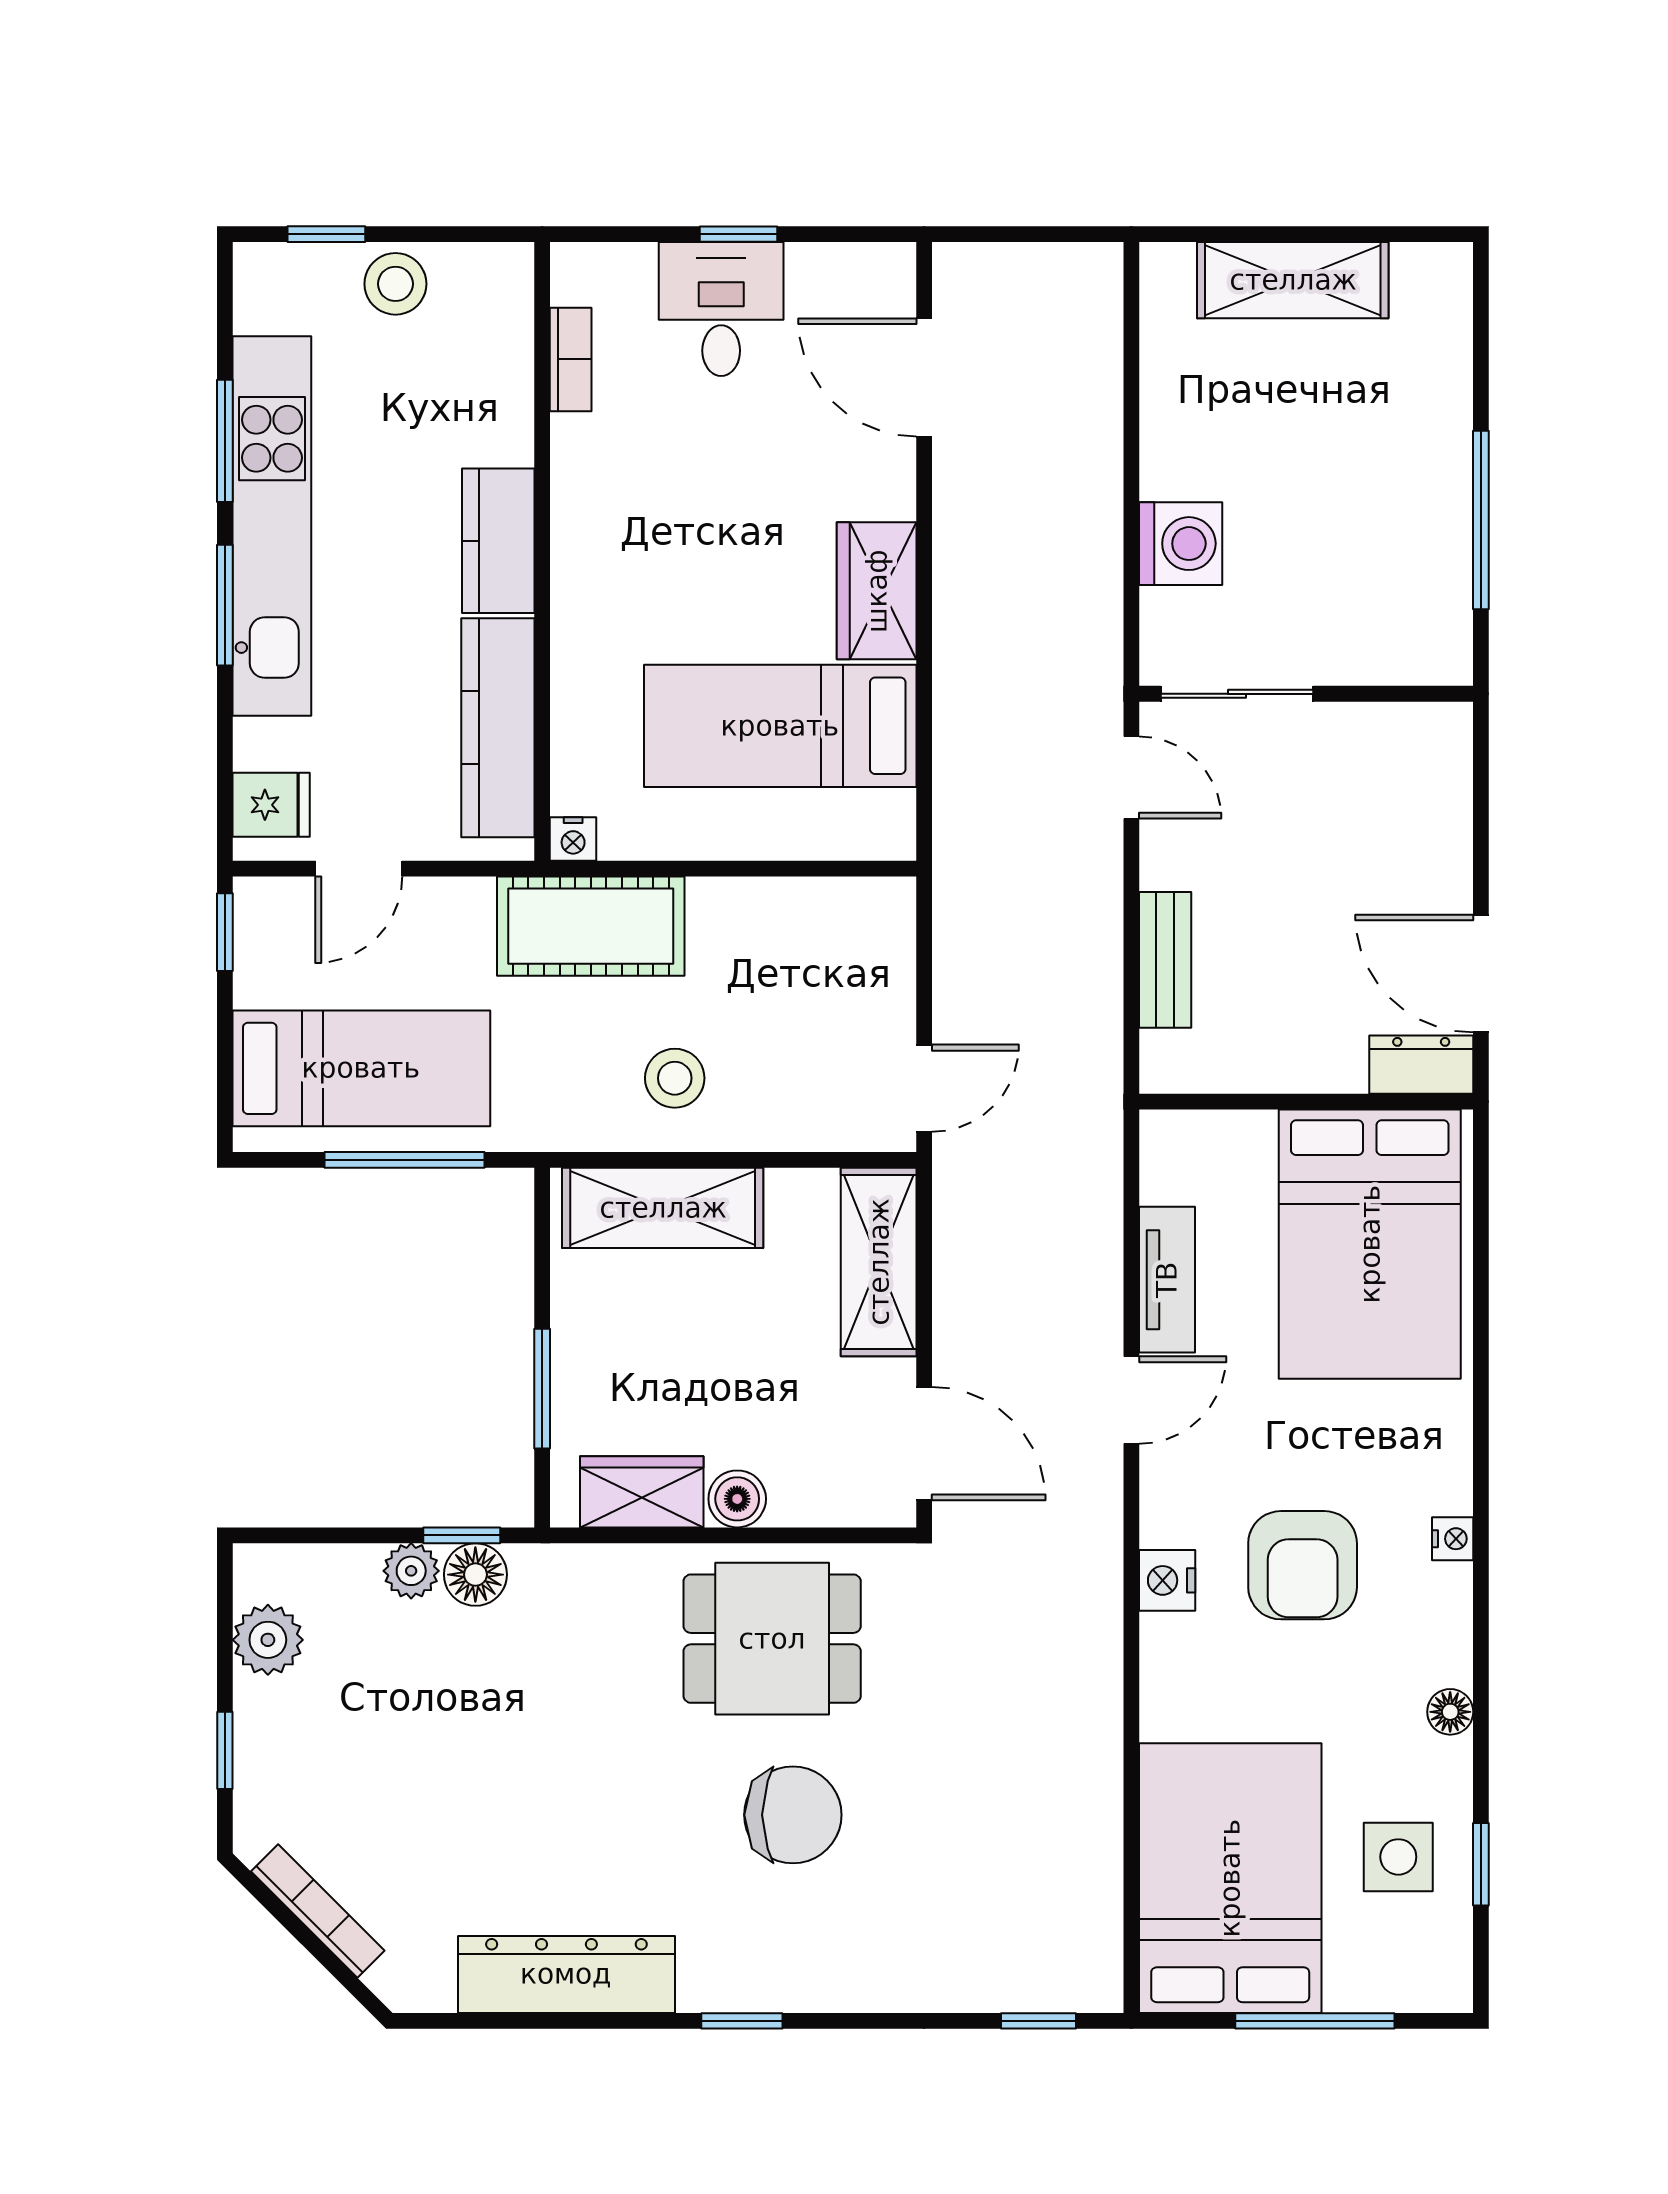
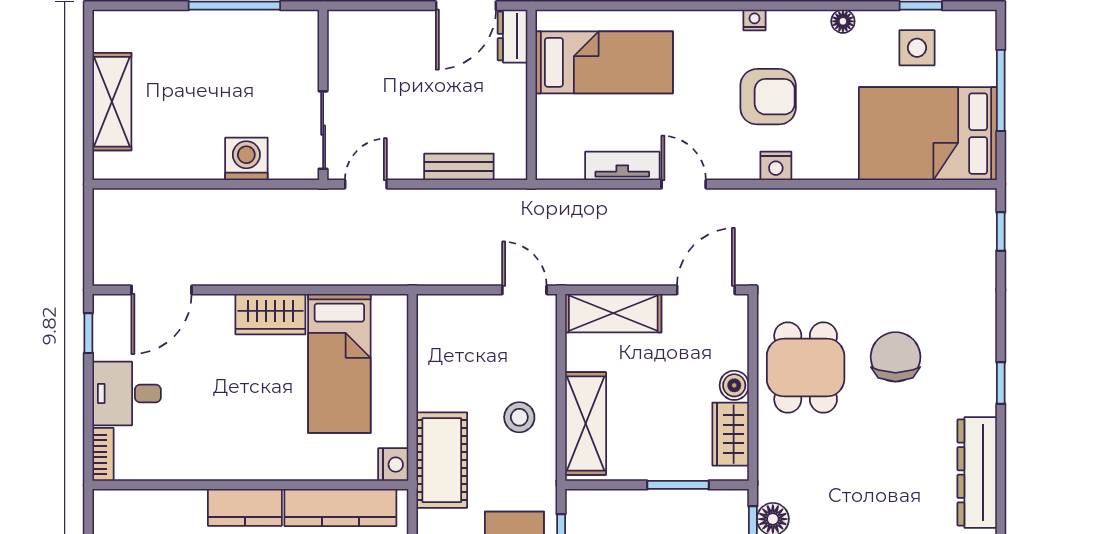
window: (738, 234) -> (88, 333), moved
bookcase: (571, 359) -> (103, 454), moved, turned 90
nightstand: (573, 839) -> (393, 465), width x1.39, depth x1.35
bed: (1370, 1244) -> (604, 62), width x0.67

